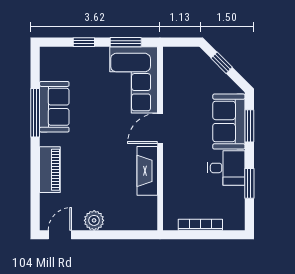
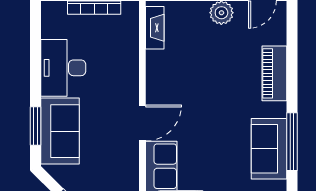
desk: (226, 168) -> (63, 68), width x1.37
fireplace: (147, 171) -> (155, 28), moved, width x0.73, depth x0.76
window: (249, 183) -> (36, 57), removed

